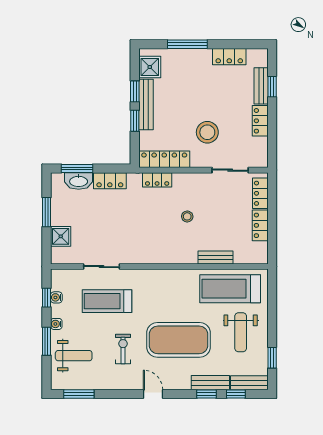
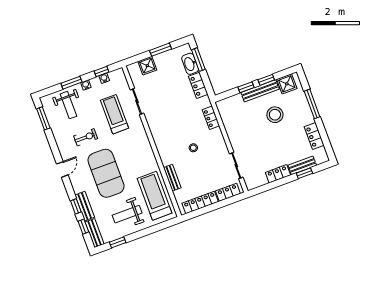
stool: (207, 132) -> (275, 115), moved
locker: (164, 159) -> (227, 117), removed
locker: (260, 225) -> (200, 202), width x1.53

